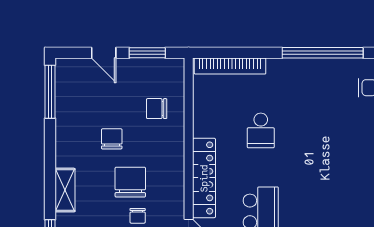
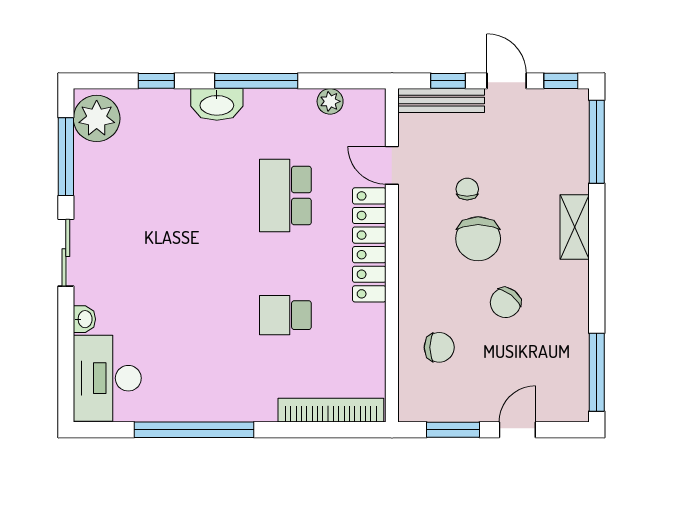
door: (104, 53) -> (517, 430), hinge flipped
school desk: (261, 130) -> (285, 315), turned -90
chair: (112, 139) -> (505, 303), turned 38

